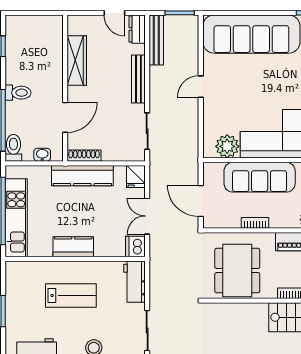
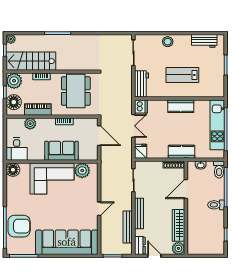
plant: (77, 25) -> (178, 248), added
bench: (156, 40) -> (128, 227), moved
kitchen counter: (82, 176) -> (181, 152), width x0.67
sofa: (260, 177) -> (62, 151), width x0.73

